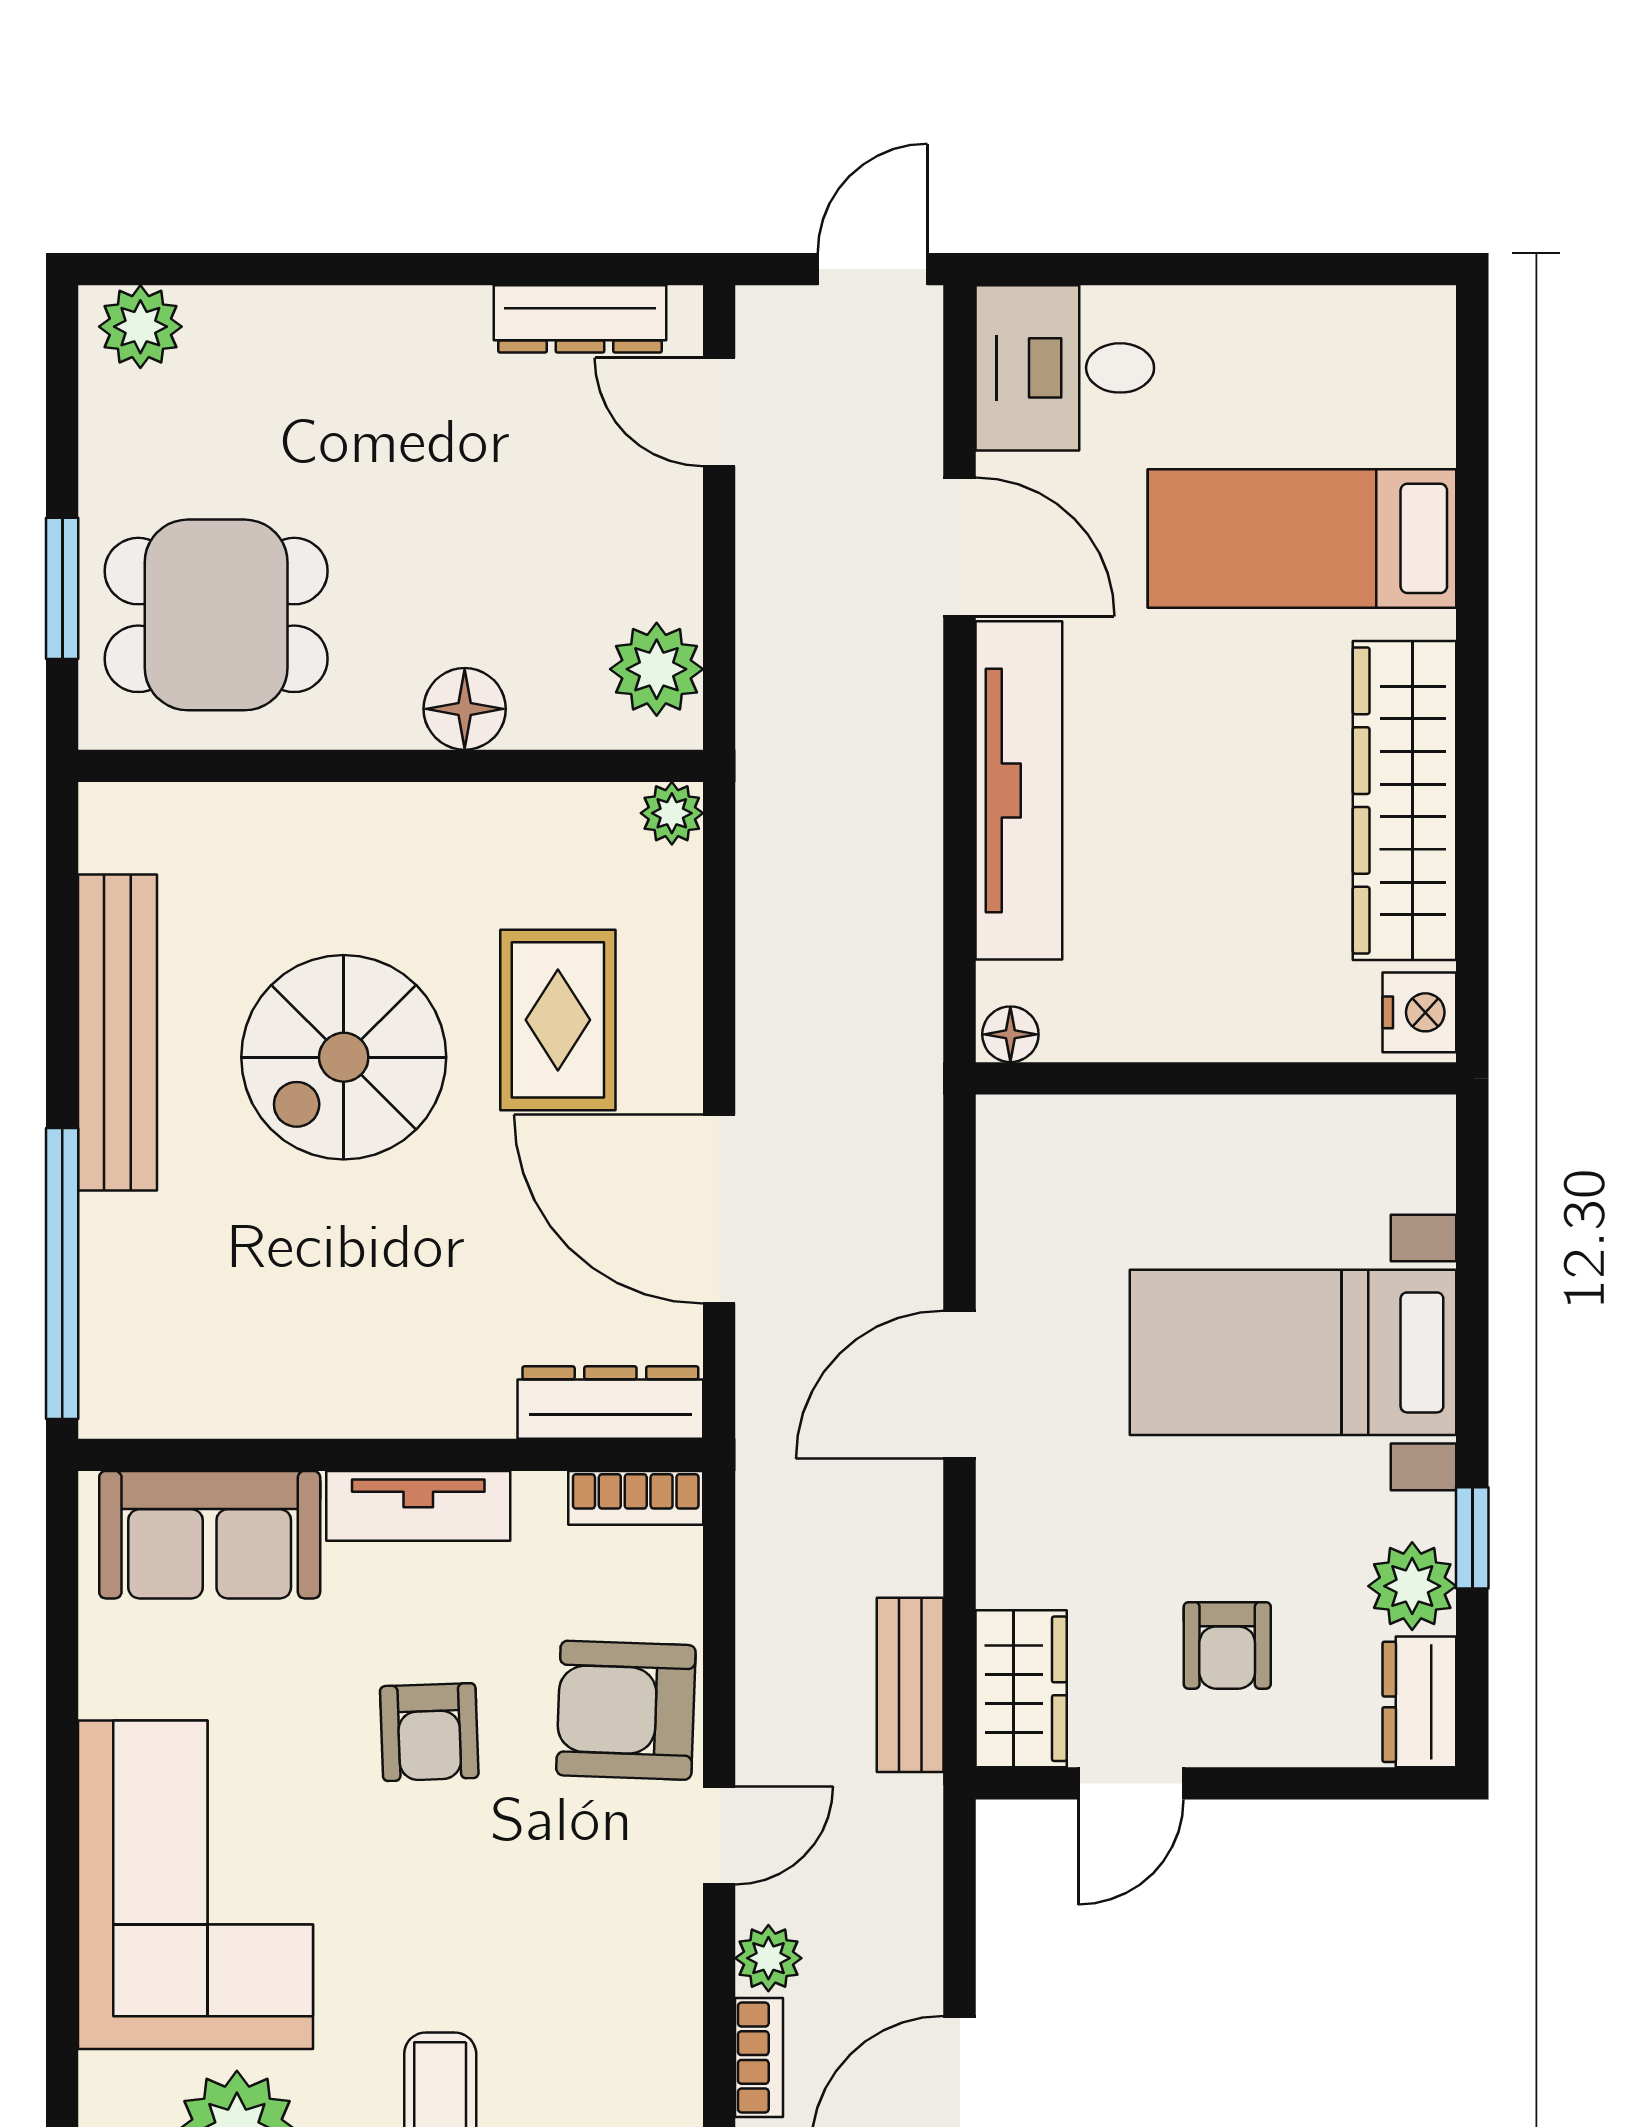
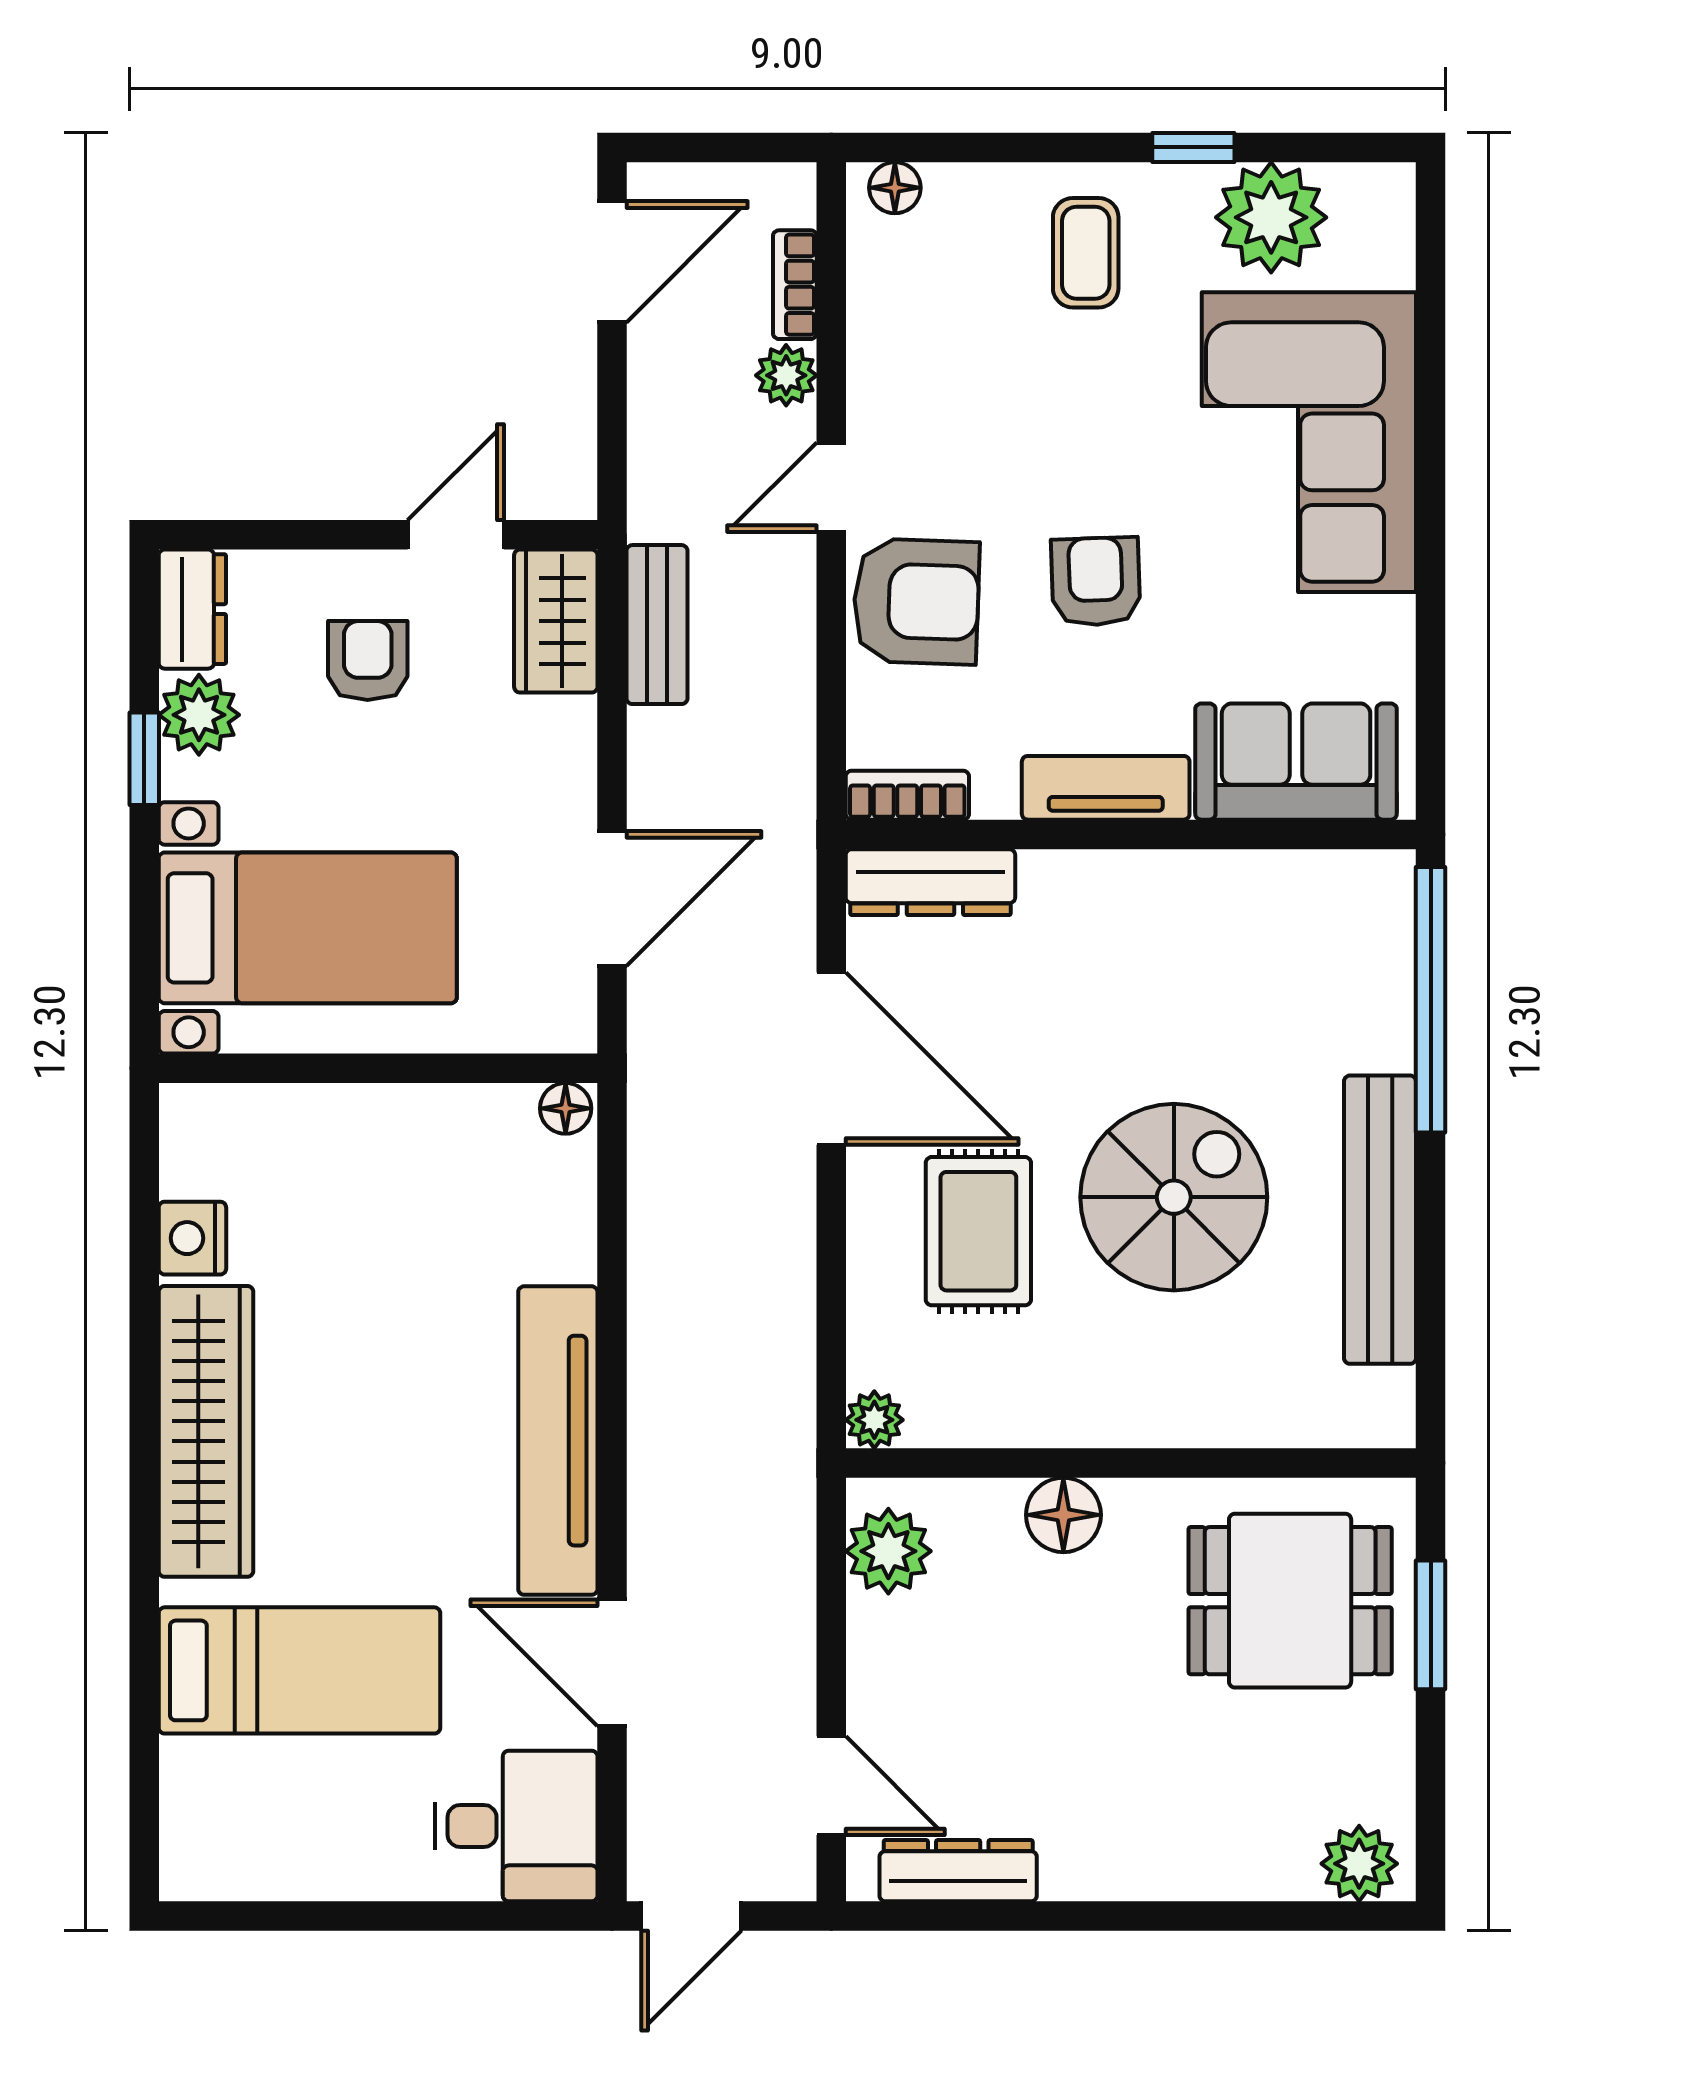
floor lamp: (1010, 1034) -> (566, 1108), moved
wall: (1216, 1078) -> (378, 1068), moved

